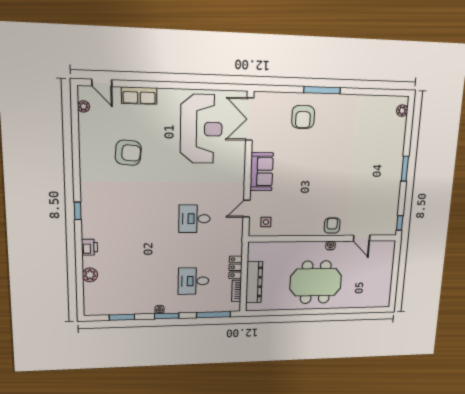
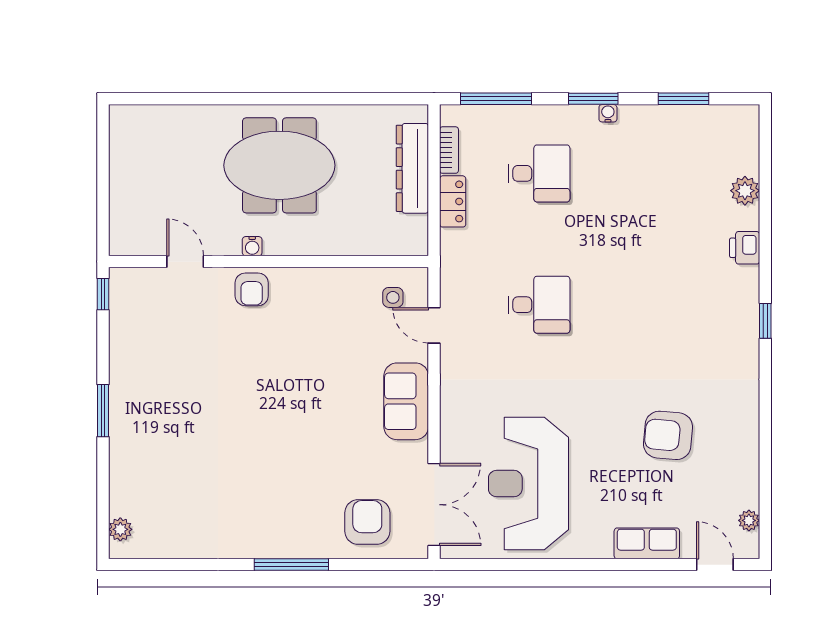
armchair: (303, 117) -> (367, 522), moved
door: (247, 209) -> (434, 325), swing flipped

